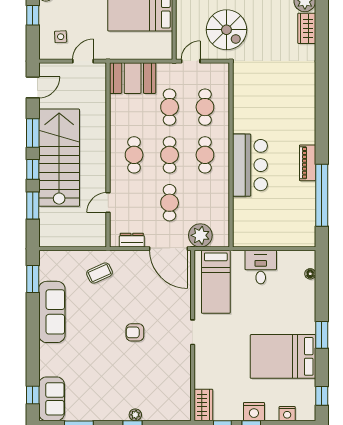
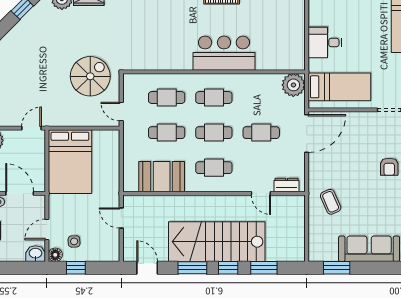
side table: (61, 37) -> (74, 241), moved
booth: (133, 78) -> (162, 177), moved, turned 90
plant: (200, 235) -> (293, 85), moved
dresser: (132, 240) -> (287, 185), moved, turned 90

